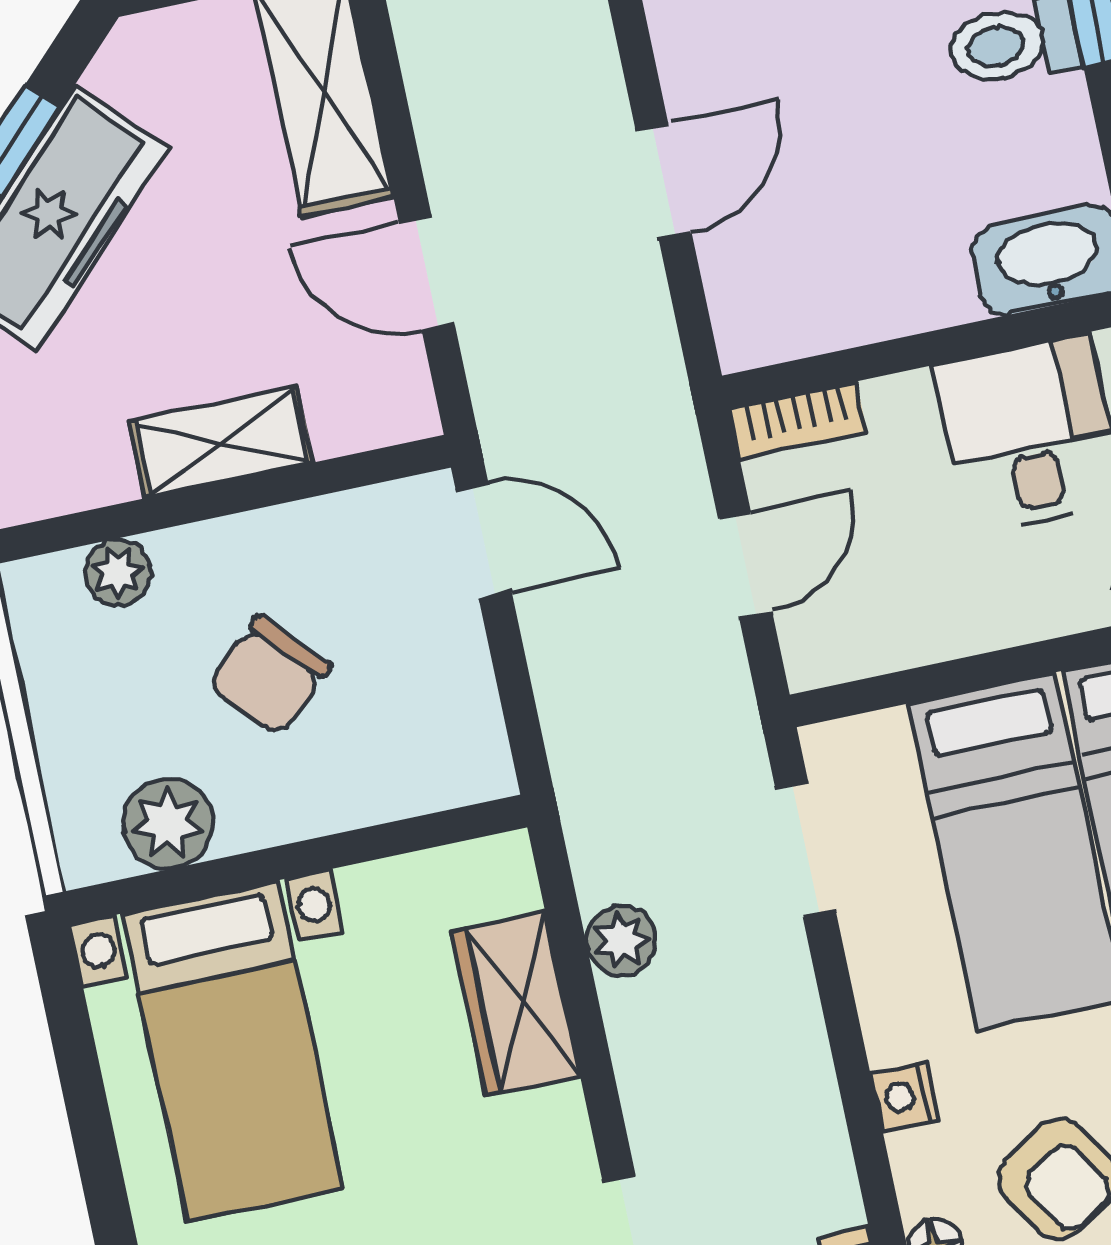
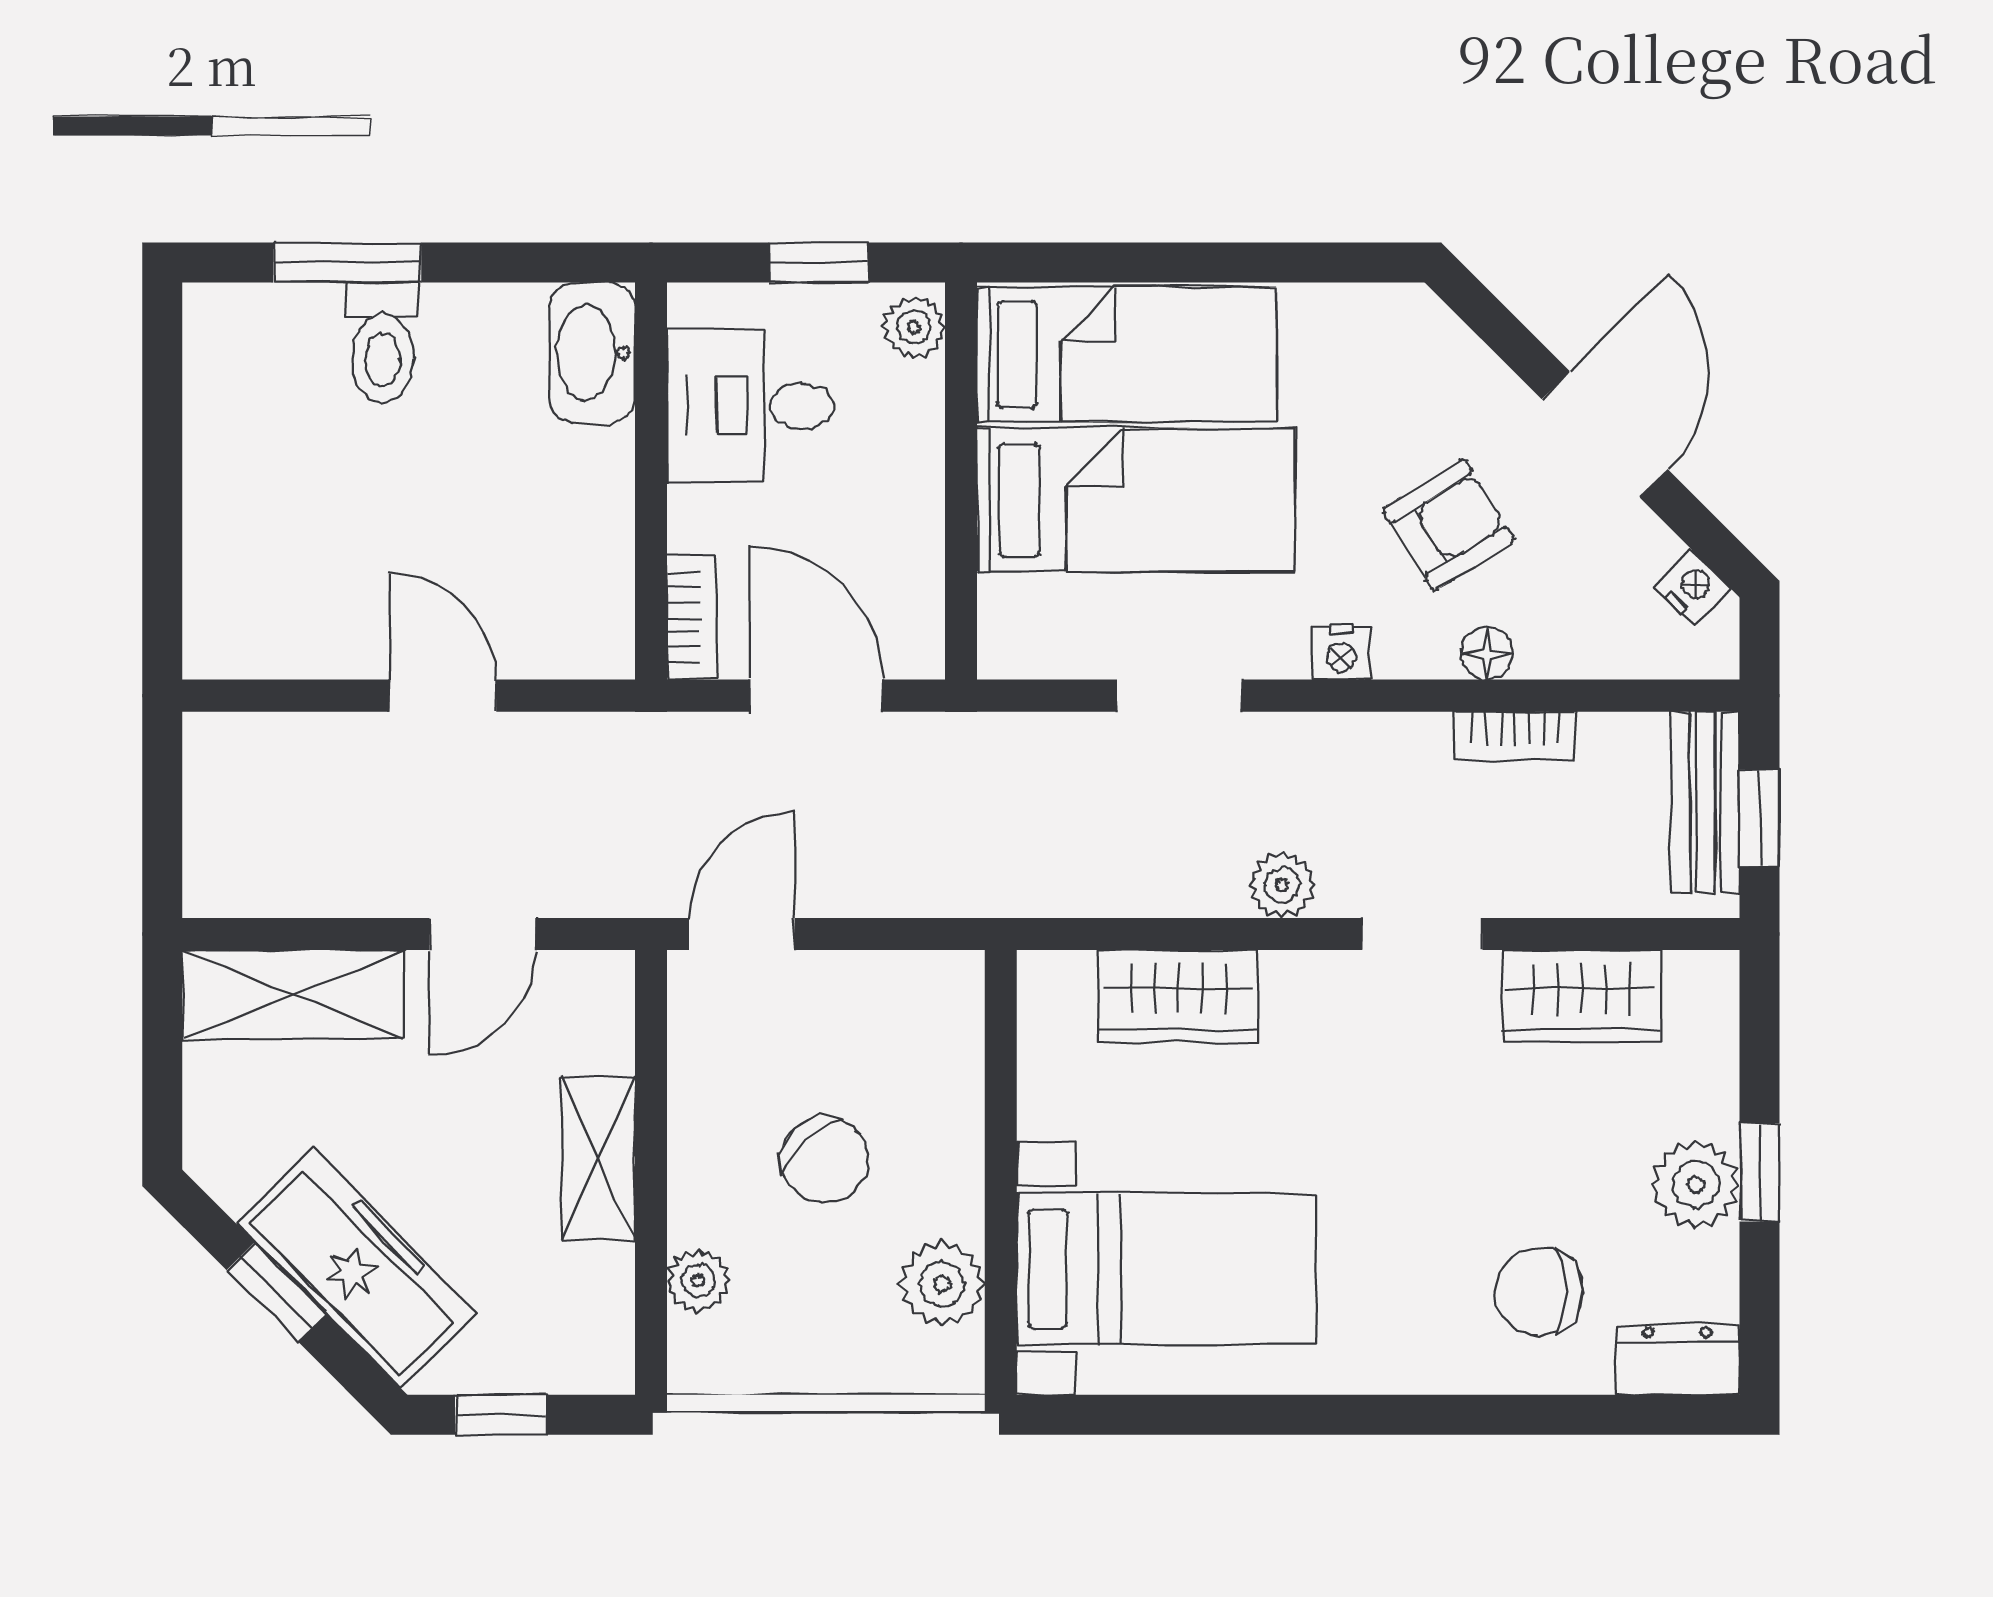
door: (745, 565) -> (816, 696), width x1.38
doorway: (806, 850) -> (1179, 696), moved
plant: (621, 940) -> (1282, 885), moved

